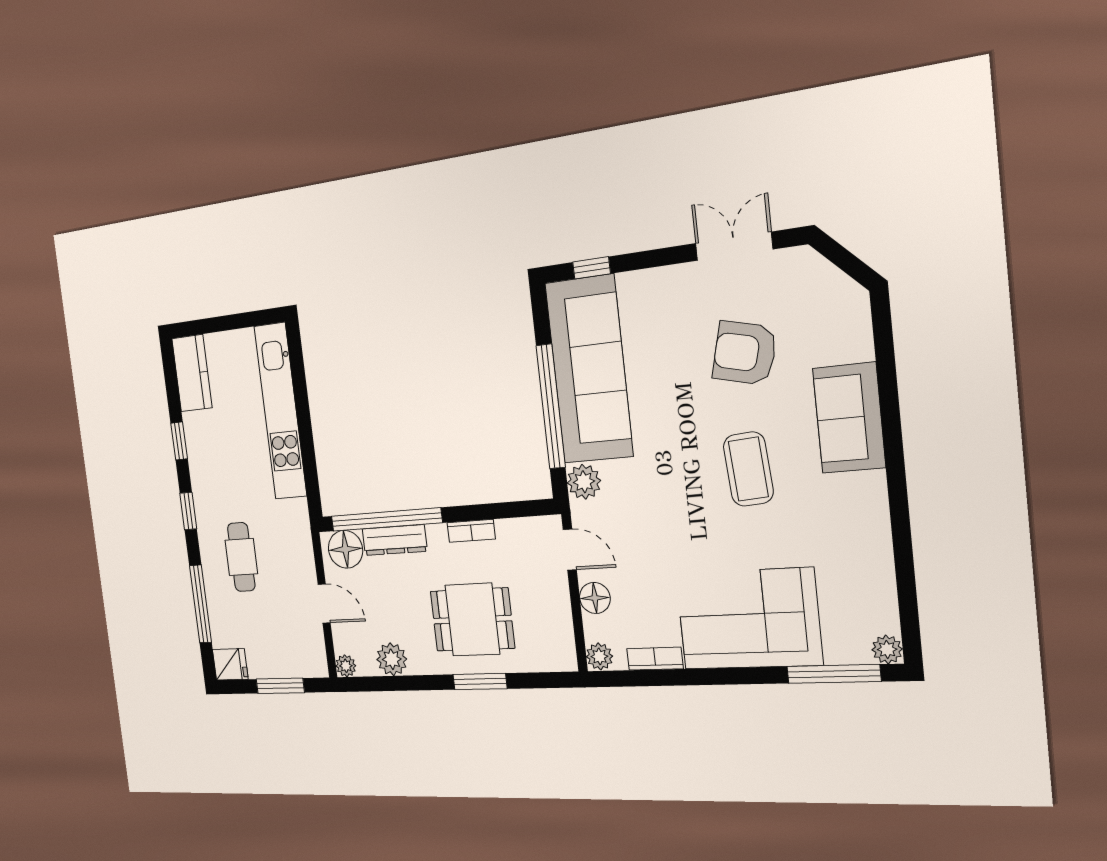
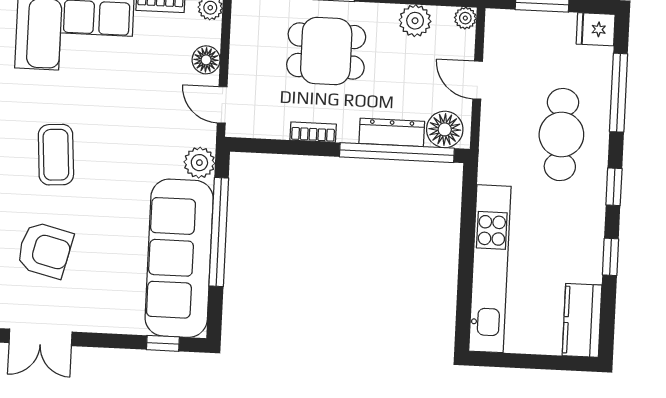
cafe table: (241, 557) -> (561, 135), width x1.37, depth x1.35

